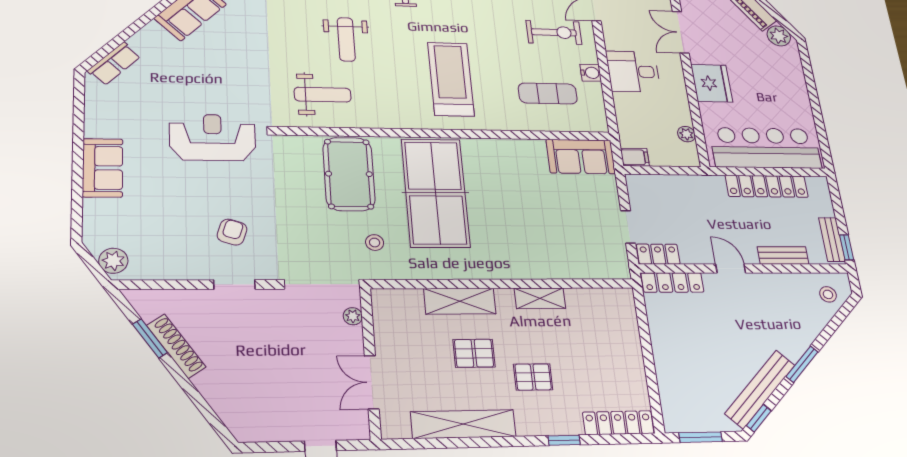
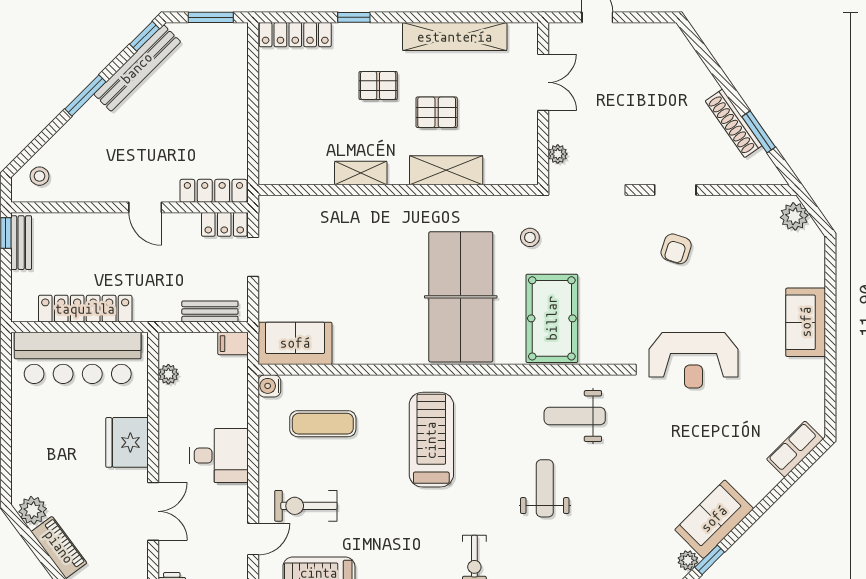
water cooler: (591, 73) -> (269, 386), moved
treadmill: (451, 79) -> (431, 440), turned 180
bench: (783, 255) -> (210, 312), moved

